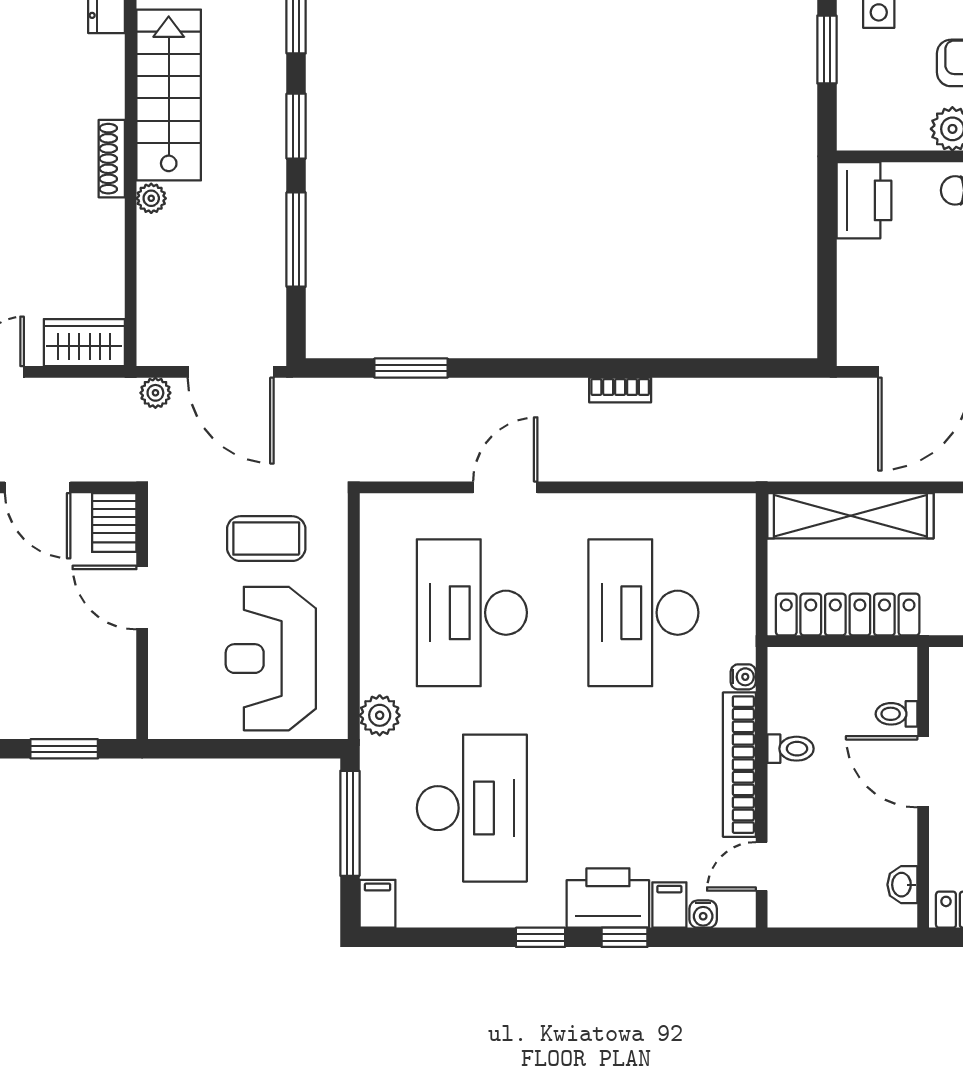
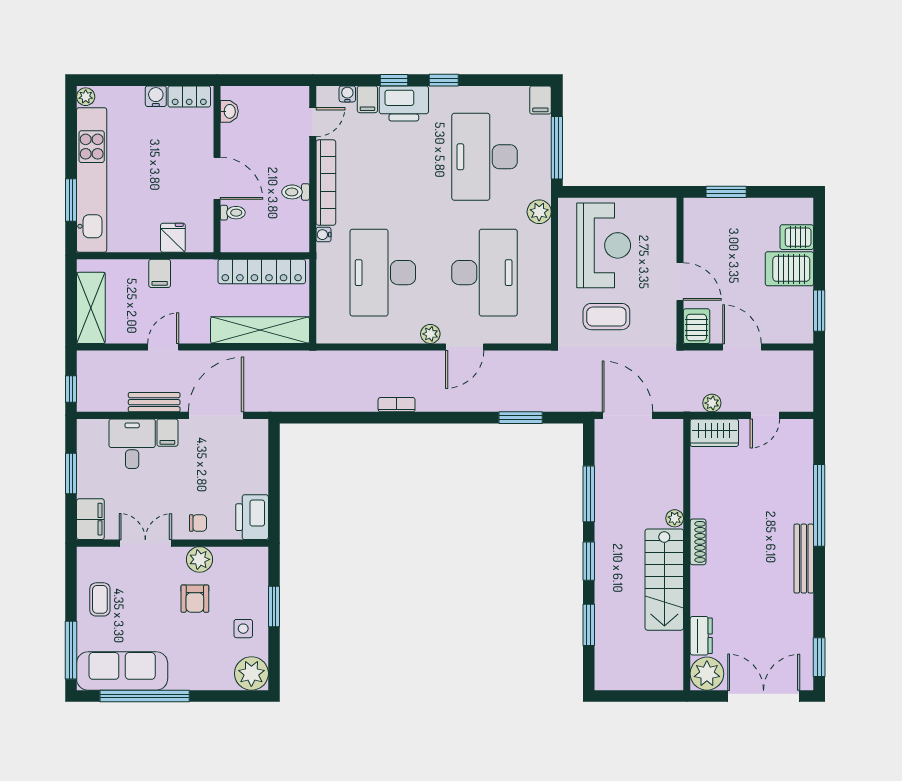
plant: (155, 393) -> (712, 403), moved
plant: (563, 509) -> (430, 334), added
desk: (643, 613) -> (383, 273), turned 180

